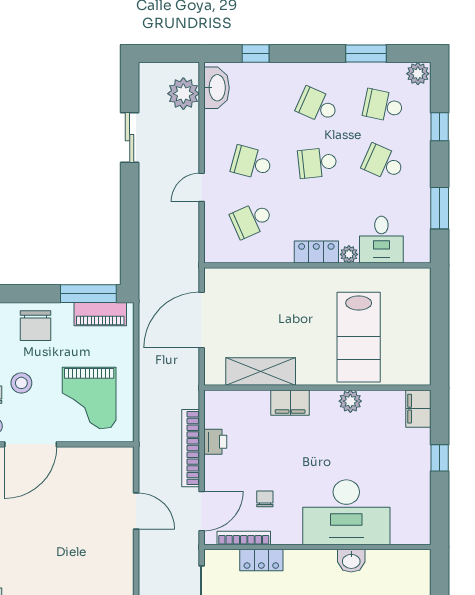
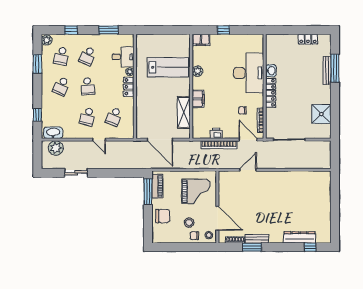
school desk: (252, 220) -> (114, 117), turned 45
locker: (261, 560) -> (271, 93), moved, width x1.53

